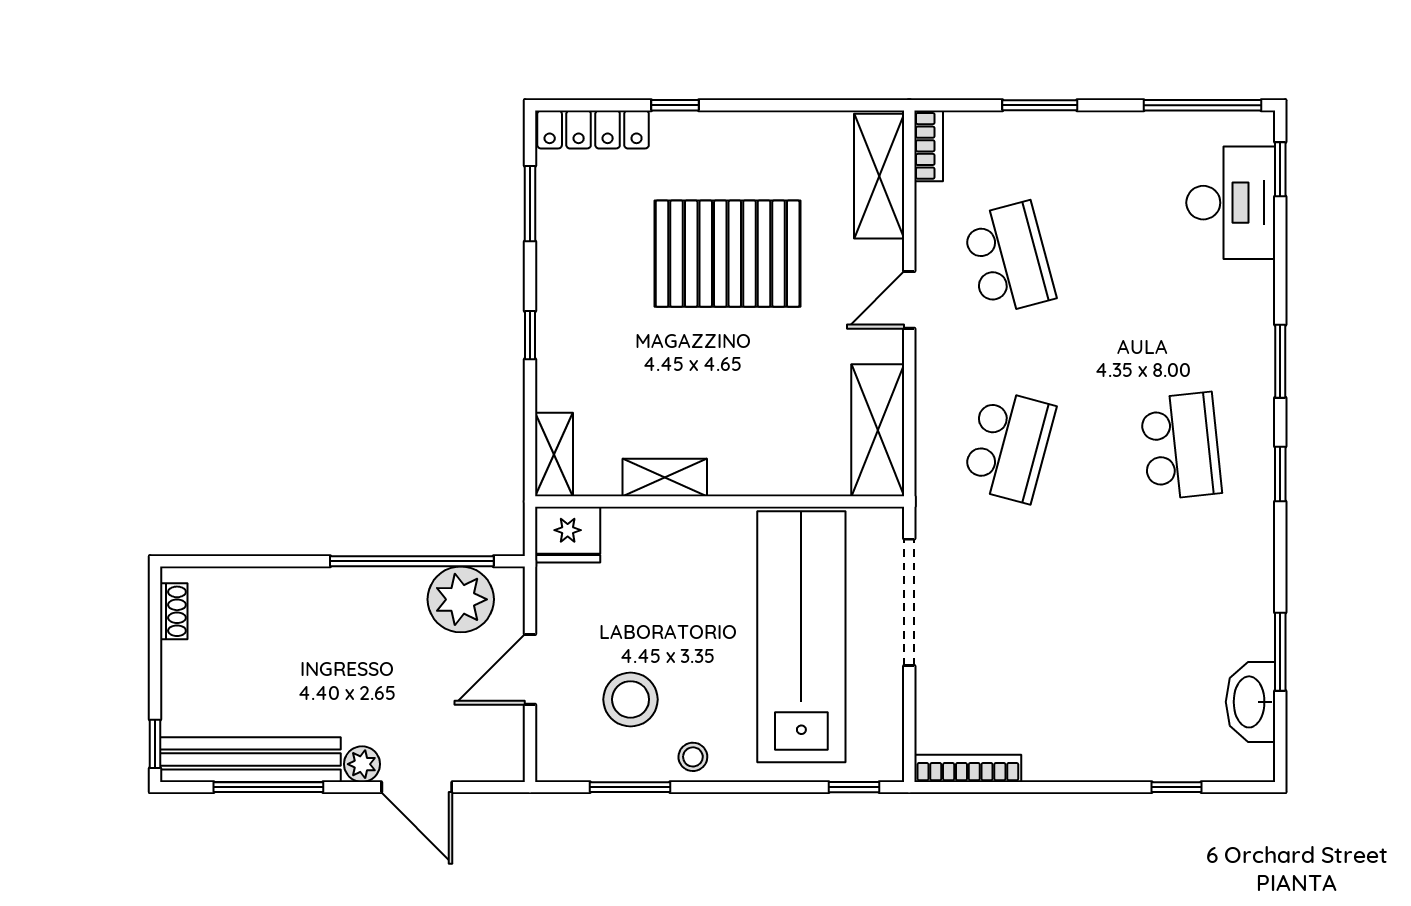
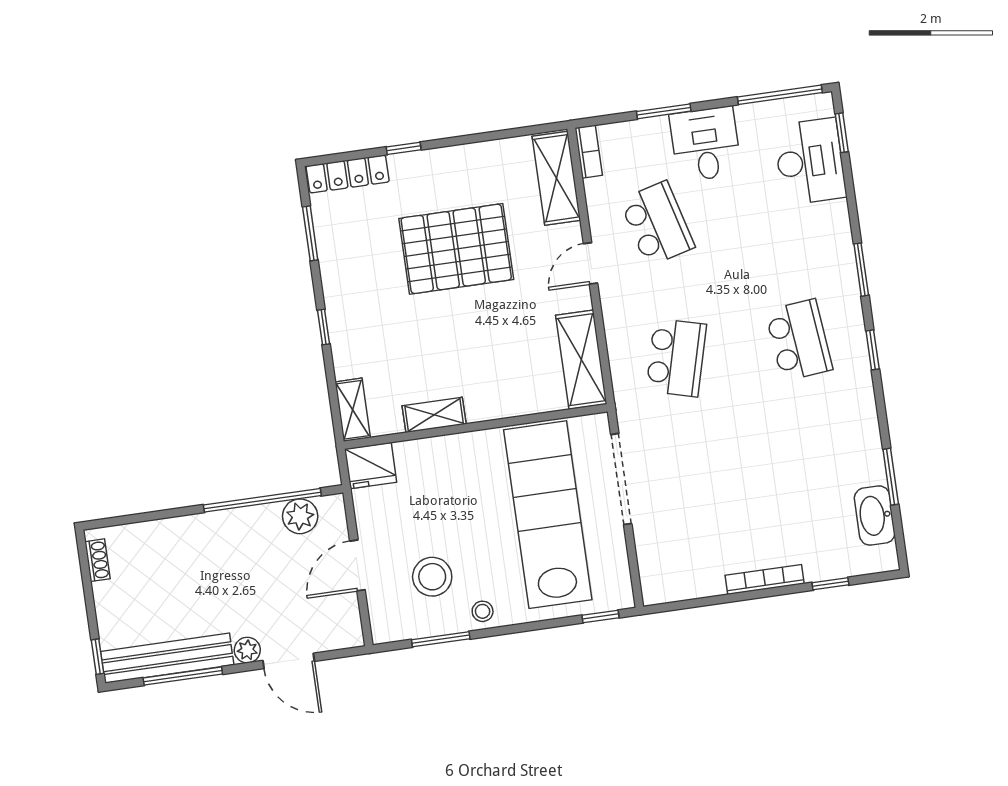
desk: (1091, 158) -> (705, 144), added
plant: (461, 599) -> (300, 516), width x0.73, depth x0.73
bookcase: (968, 768) -> (765, 580), moved

